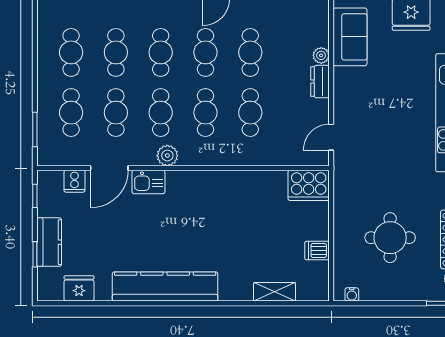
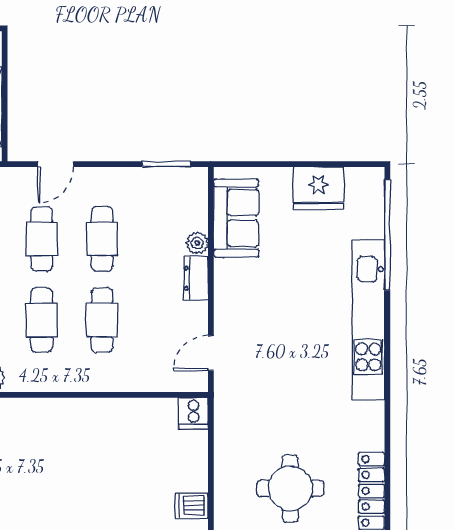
cooker: (309, 185) -> (193, 413), width x0.53, depth x0.76

